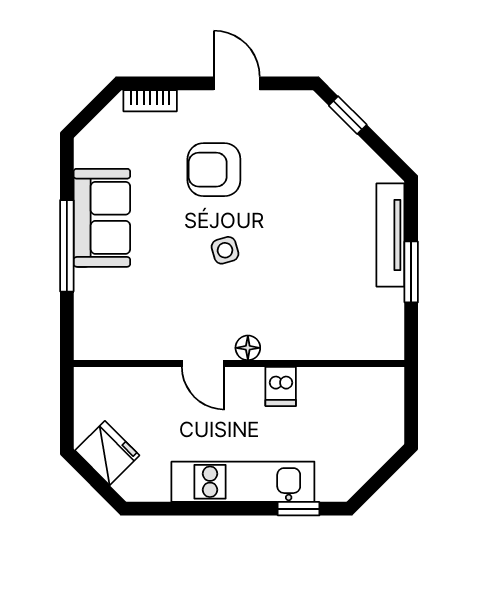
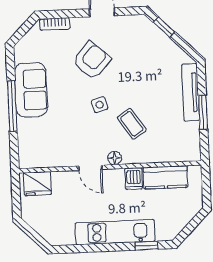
armchair: (214, 170) -> (92, 61), turned 132
coffee table: (282, 287) -> (132, 124), added
kitchen counter: (338, 387) -> (165, 177), added
fridge: (107, 453) -> (37, 184), moved, turned 135

